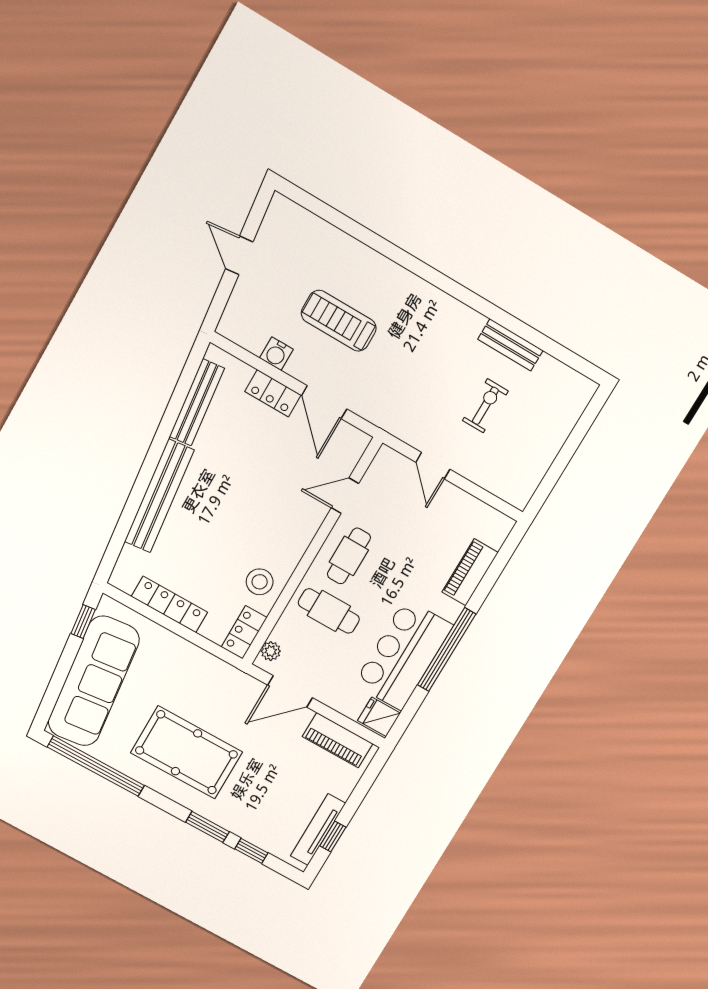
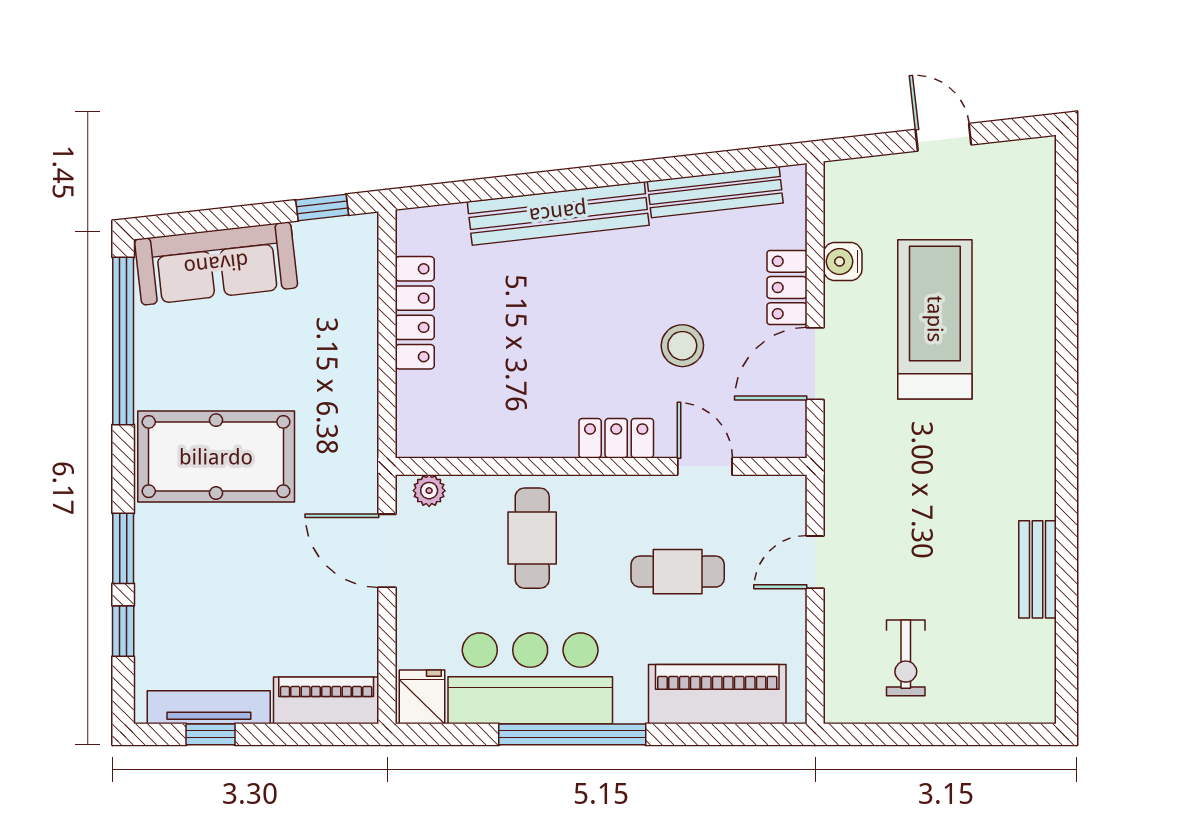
door: (239, 255) -> (943, 137), hinge flipped
treadmill: (339, 321) -> (935, 319), width x1.37, depth x1.38
exercise bike: (485, 406) -> (906, 658), moved, turned 90
cafe table: (349, 556) -> (678, 572), moved
piano: (470, 572) -> (717, 694), width x1.37, depth x1.33
stool: (260, 582) -> (682, 346), moved
locker: (244, 632) -> (616, 438), moved
sofa: (94, 681) -> (216, 264), width x0.74, depth x0.79
piano: (338, 740) -> (326, 700), moved, turned 90
pool table: (187, 752) -> (216, 457), turned 90

